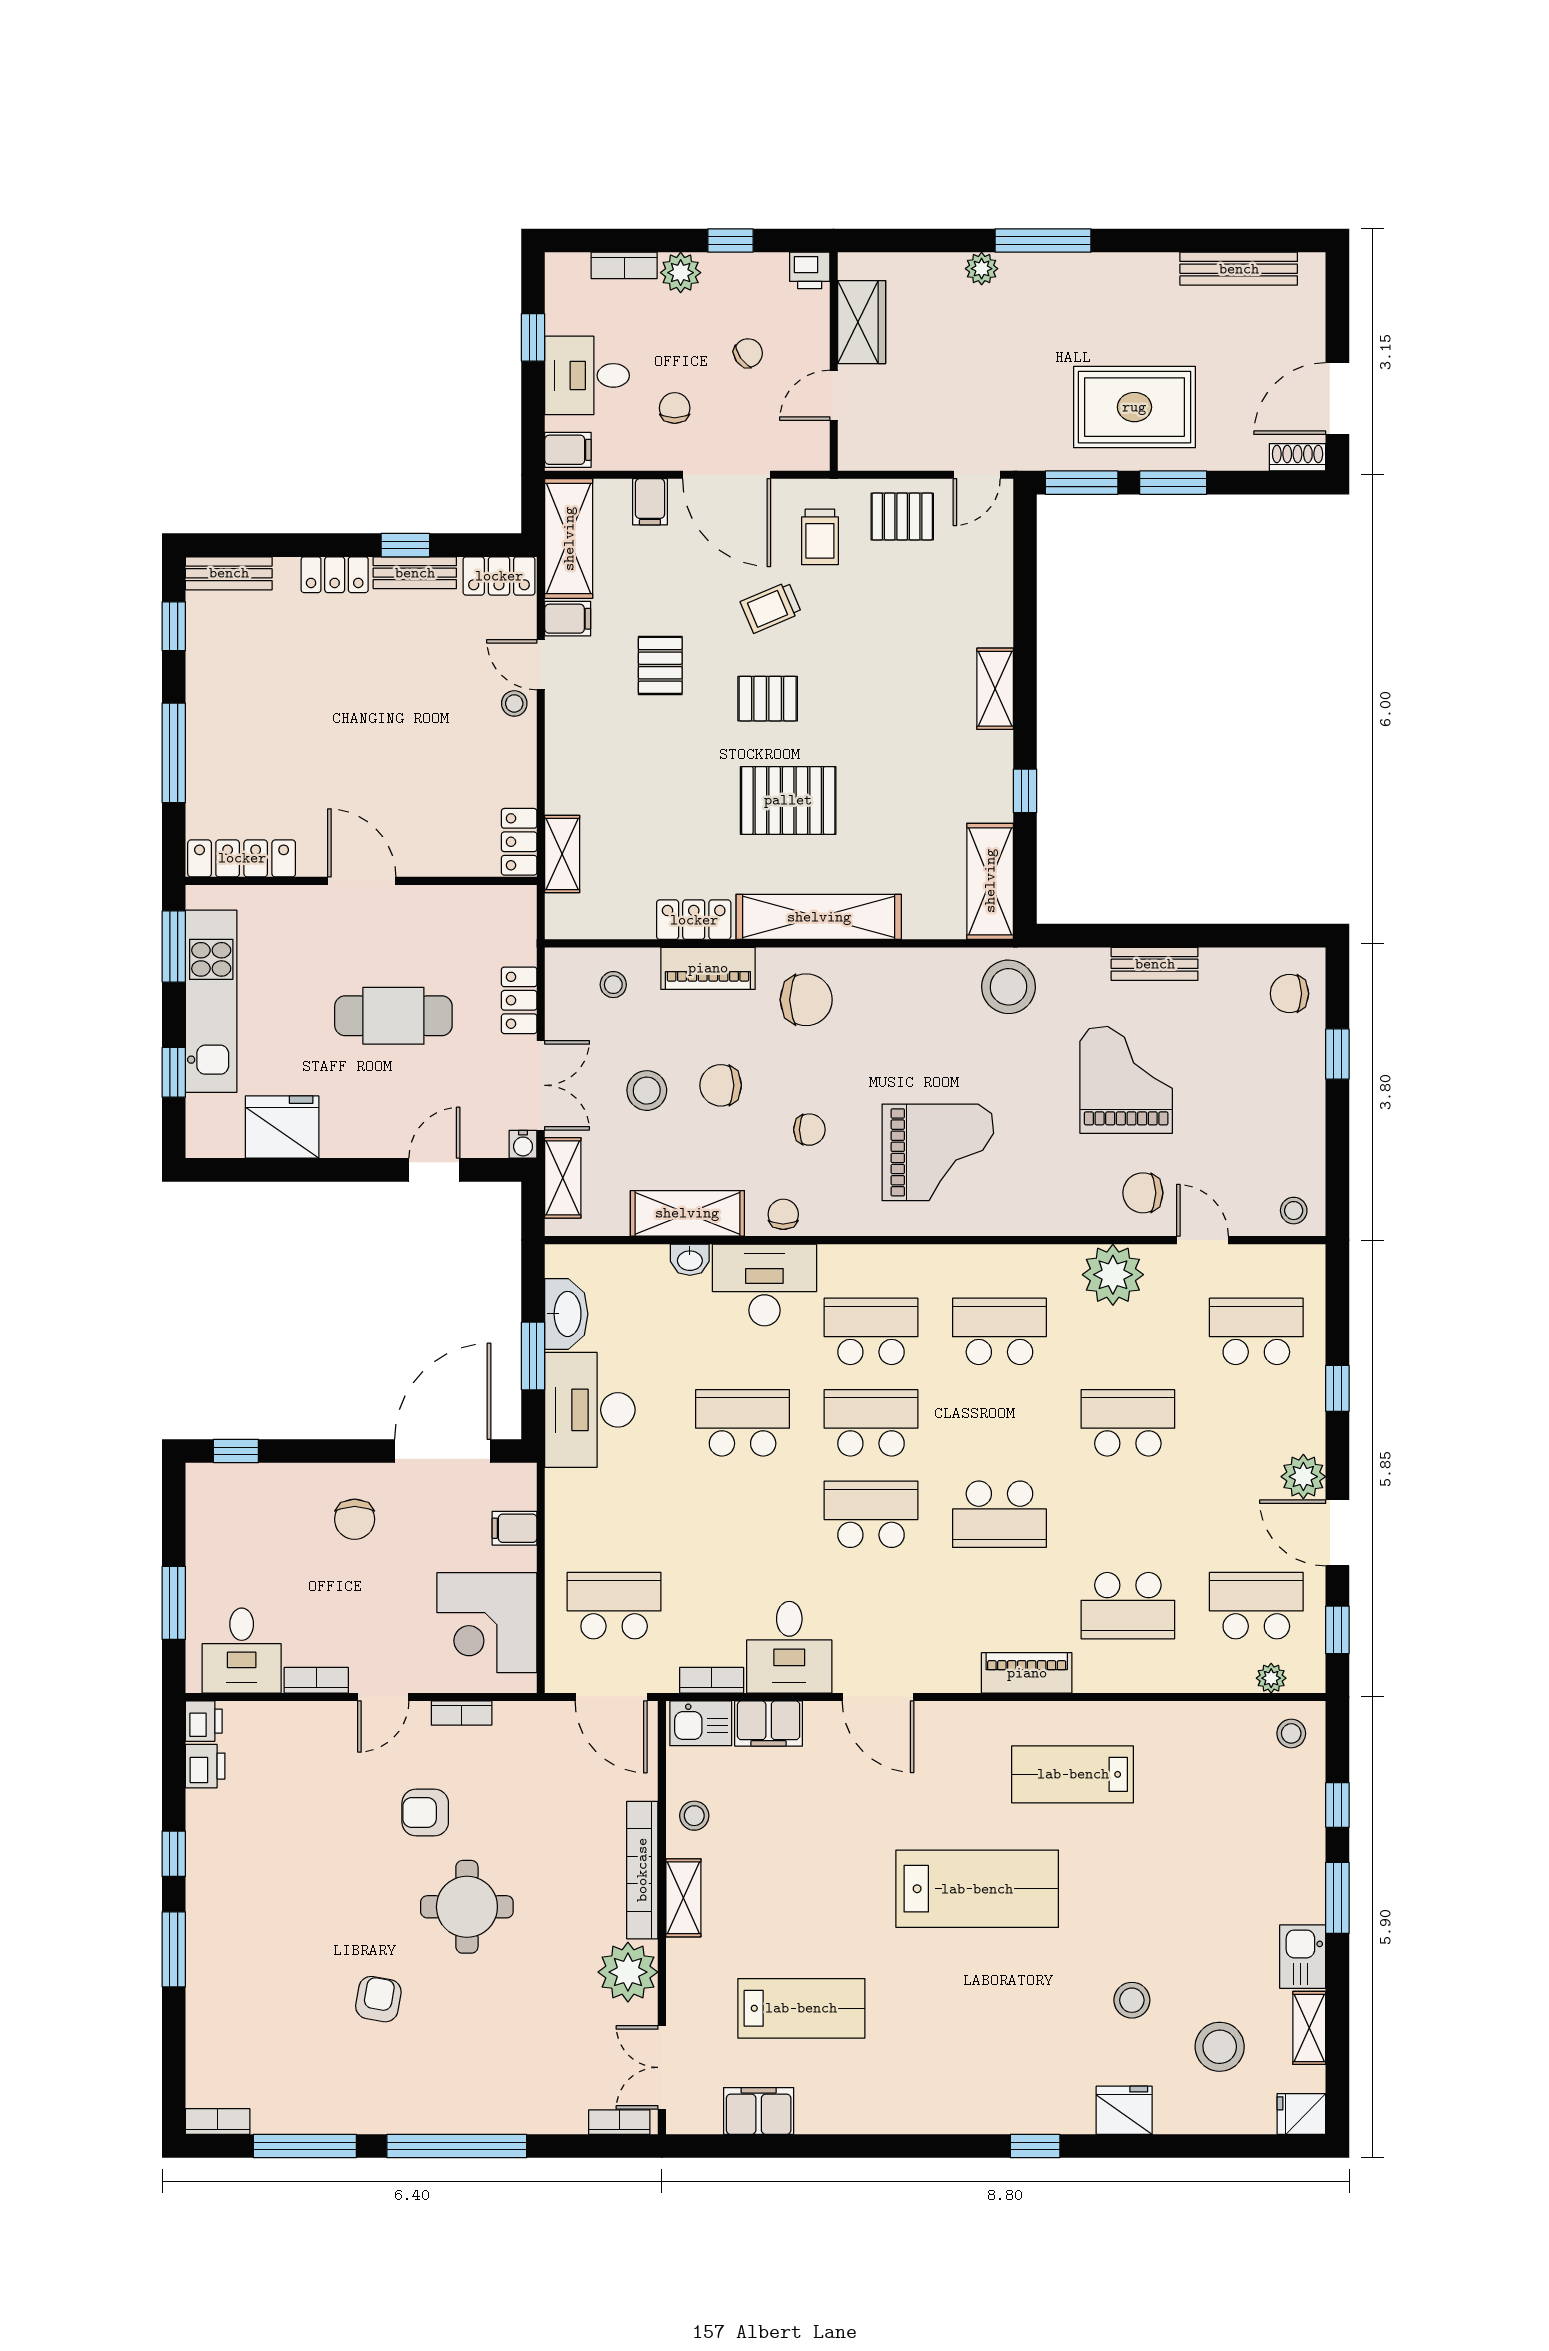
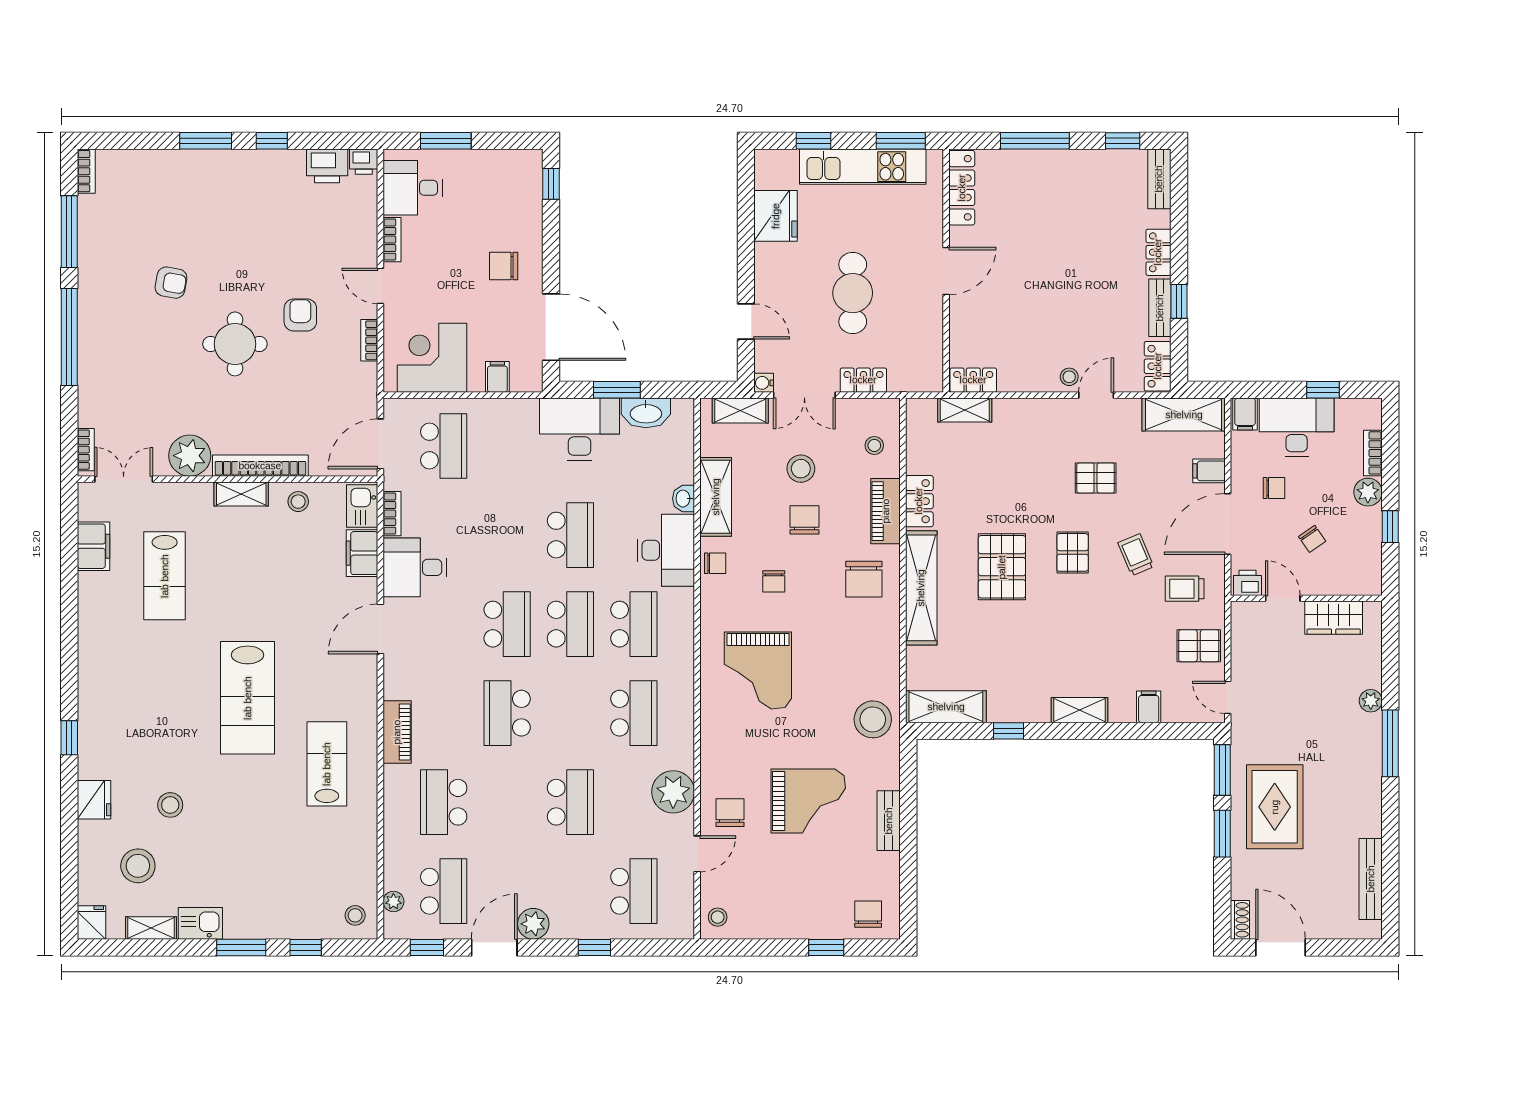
printer: (810, 270) -> (1247, 583), moved, turned 90
desk: (587, 375) -> (1297, 427), width x1.37
pallet: (902, 517) -> (1199, 646), turned 90
filing cabinet: (568, 619) -> (1149, 707), moved, turned 180
printer: (205, 1766) -> (327, 166), width x1.36, depth x1.24

